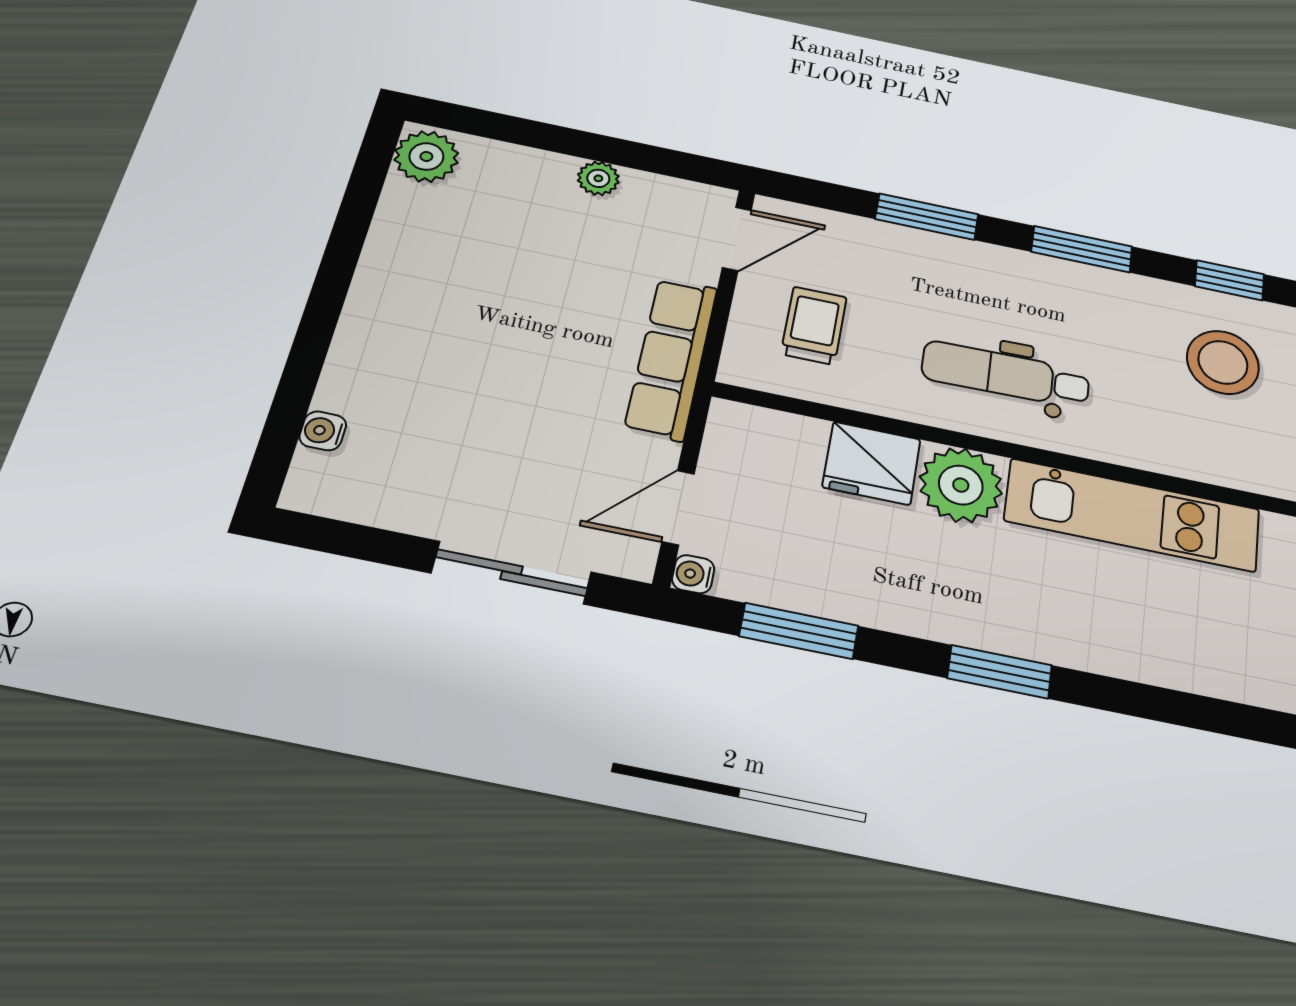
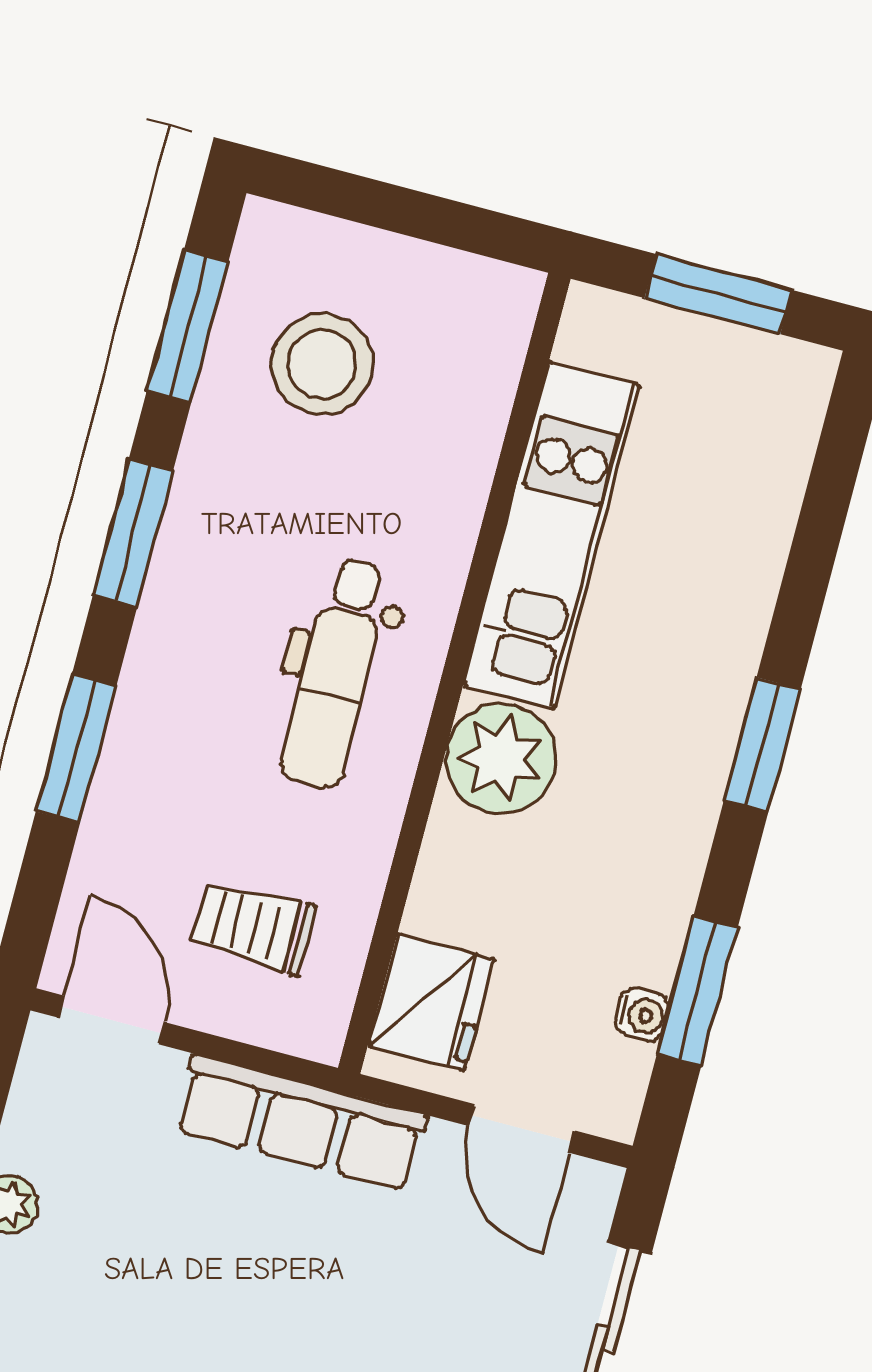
window: (1230, 280) -> (188, 326), width x1.50
fridge: (872, 463) -> (431, 1002), moved
water cooler: (693, 574) -> (642, 1015), moved, turned -90

